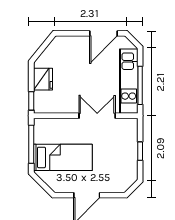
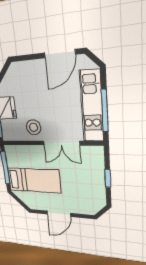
stool: (70, 99) -> (34, 127), added
double door: (97, 116) -> (61, 143), swing flipped

